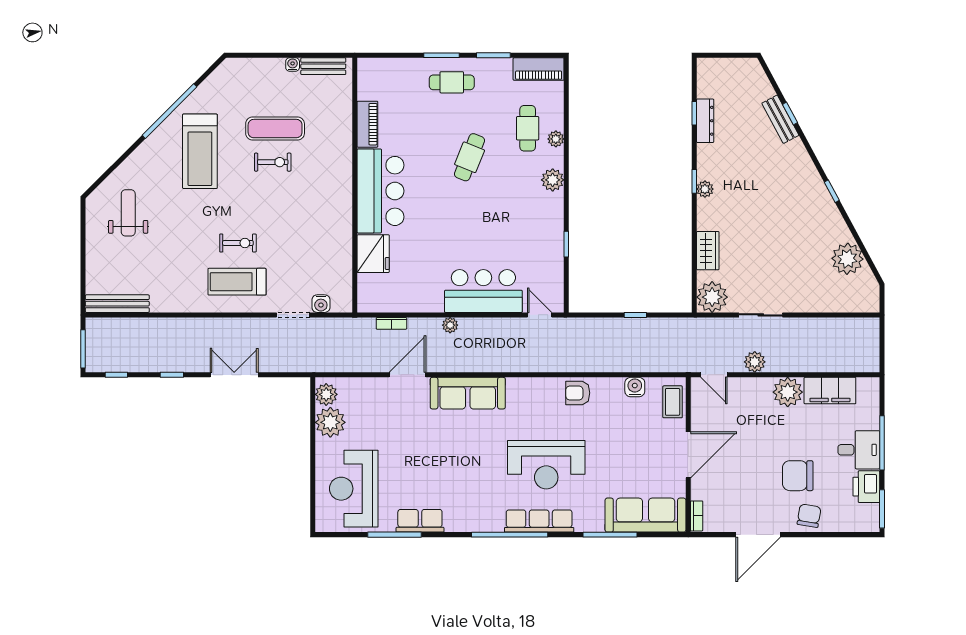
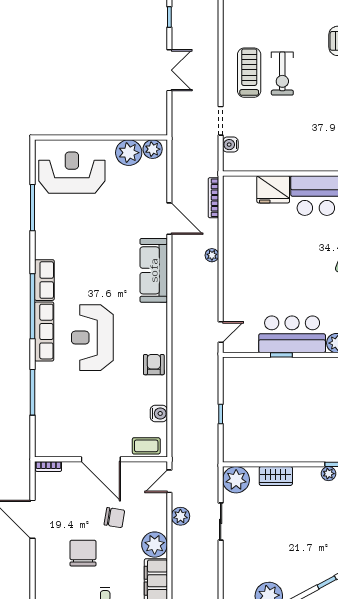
exercise bike: (238, 243) -> (282, 73), width x1.38, depth x1.39
bar counter: (483, 291) -> (292, 334), moved, turned -90
bookcase: (391, 323) -> (213, 198), width x1.56
sofa: (645, 515) -> (49, 423), removed
chair: (809, 516) -> (114, 518), moved
row of seats: (420, 521) -> (44, 280), moved

